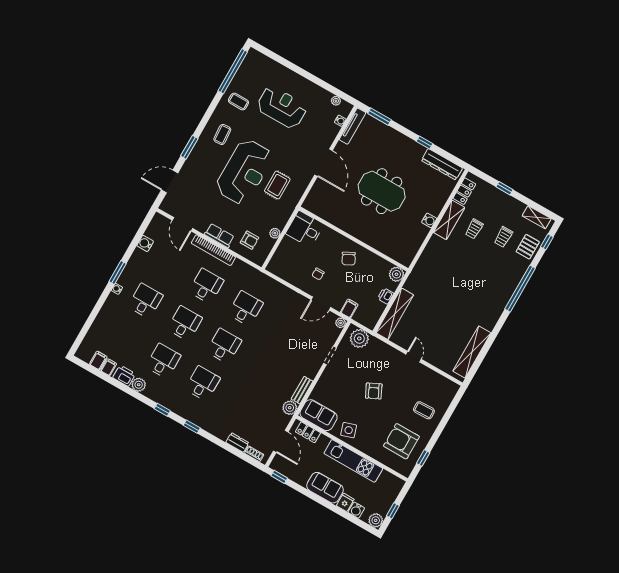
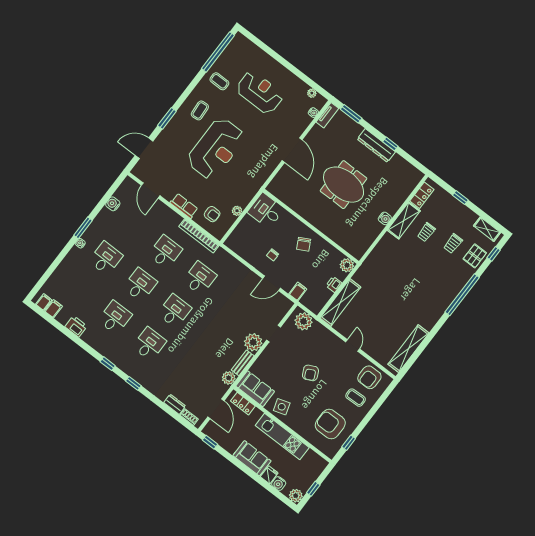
tv unit: (352, 126) -> (327, 115), width x0.71
dresser: (442, 164) -> (376, 145), moved
rug: (277, 185) -> (245, 165), removed
bookcase: (213, 250) -> (199, 236), moved
plant: (341, 323) -> (253, 342), moved, width x1.88, depth x1.88
filing cabinet: (109, 367) -> (44, 302), moved
plant: (139, 385) -> (89, 337), removed
armchair: (435, 387) -> (369, 377), added

